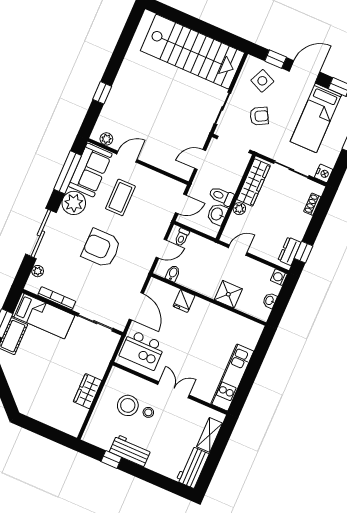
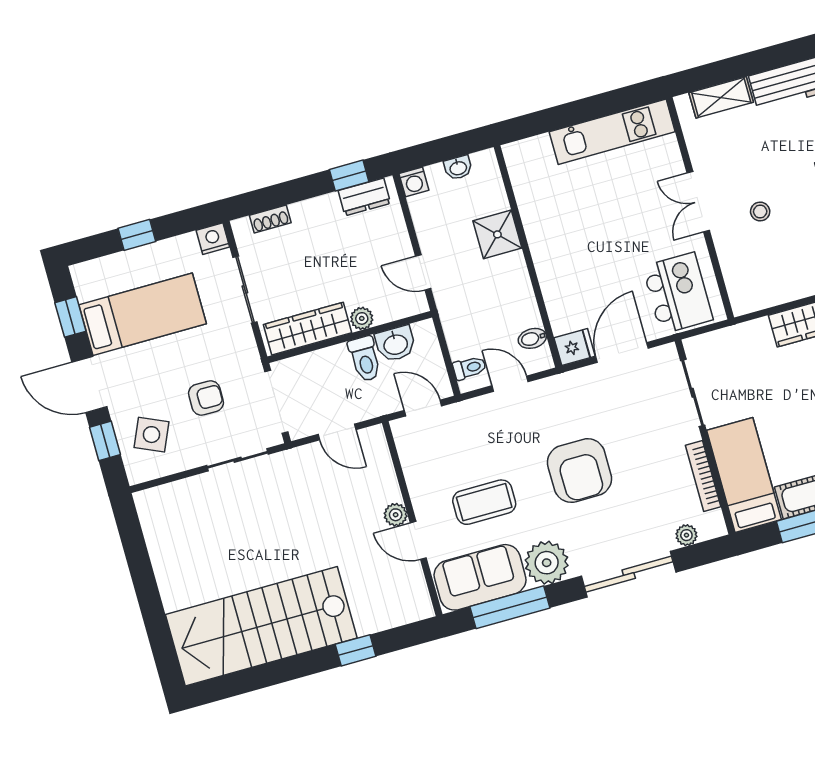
stairs: (192, 52) -> (261, 626), moved, turned -90
armchair: (259, 116) -> (206, 398), turned 118
plant: (106, 139) -> (396, 515), moved
fridge: (184, 301) -> (575, 347), moved
stool: (128, 405) -> (774, 249), removed

